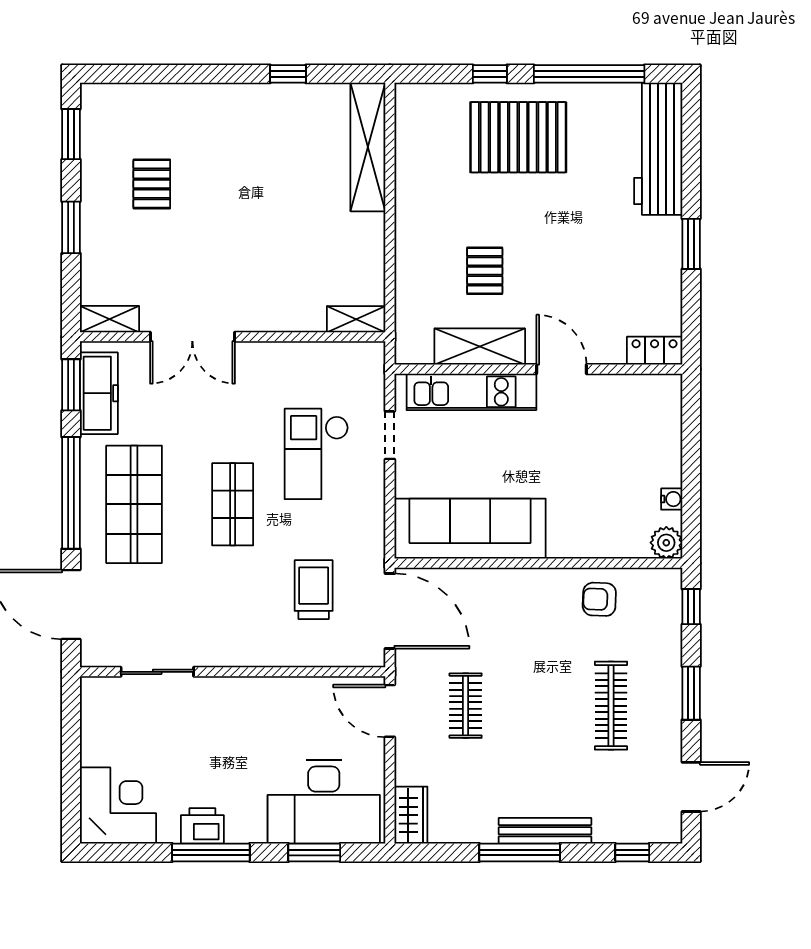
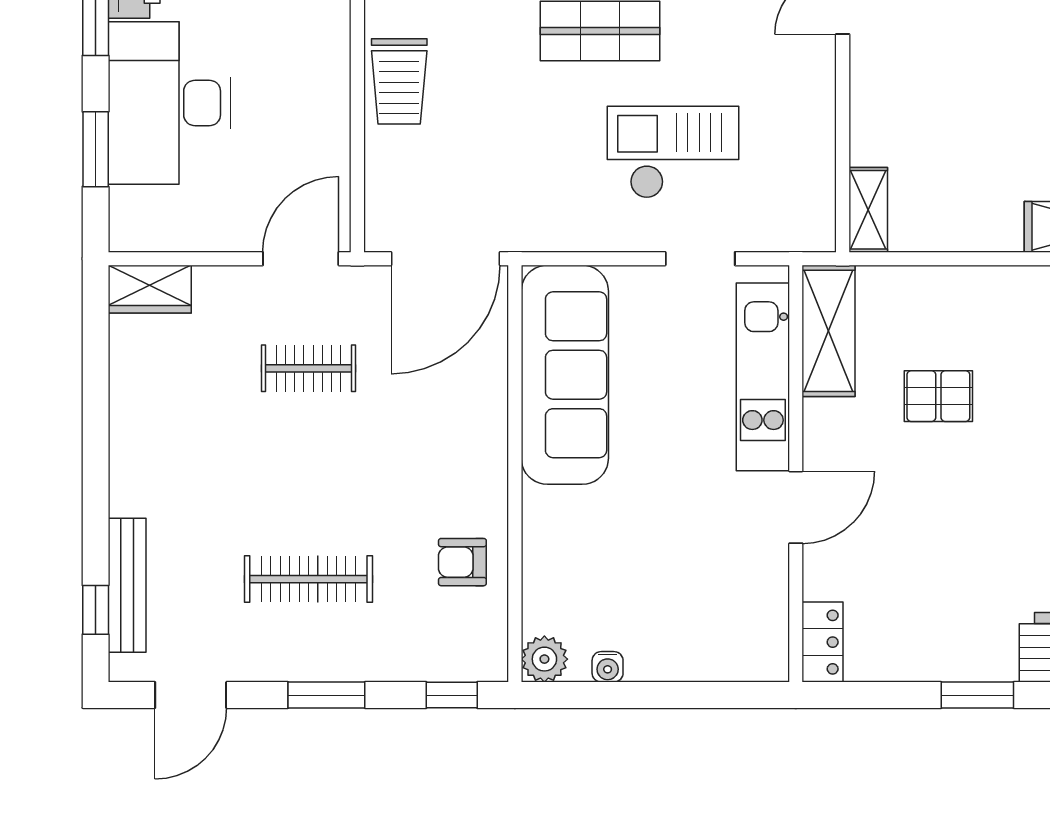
shelving: (480, 347) -> (828, 331), moved
trolley: (314, 590) -> (399, 81), moved, turned 90
armchair: (599, 599) -> (462, 562), turned -92
door: (691, 787) -> (191, 695), hinge flipped
desk: (324, 802) -> (169, 103), moved
bench: (545, 831) -> (127, 585), moved
window: (520, 853) -> (96, 447), removed

